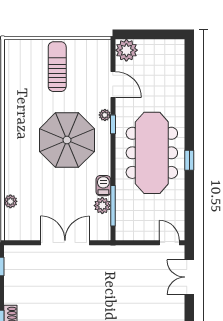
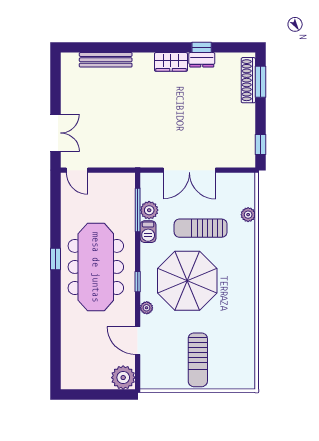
window: (113, 124) -> (138, 282), moved
sun lounger: (55, 189) -> (201, 228), added

